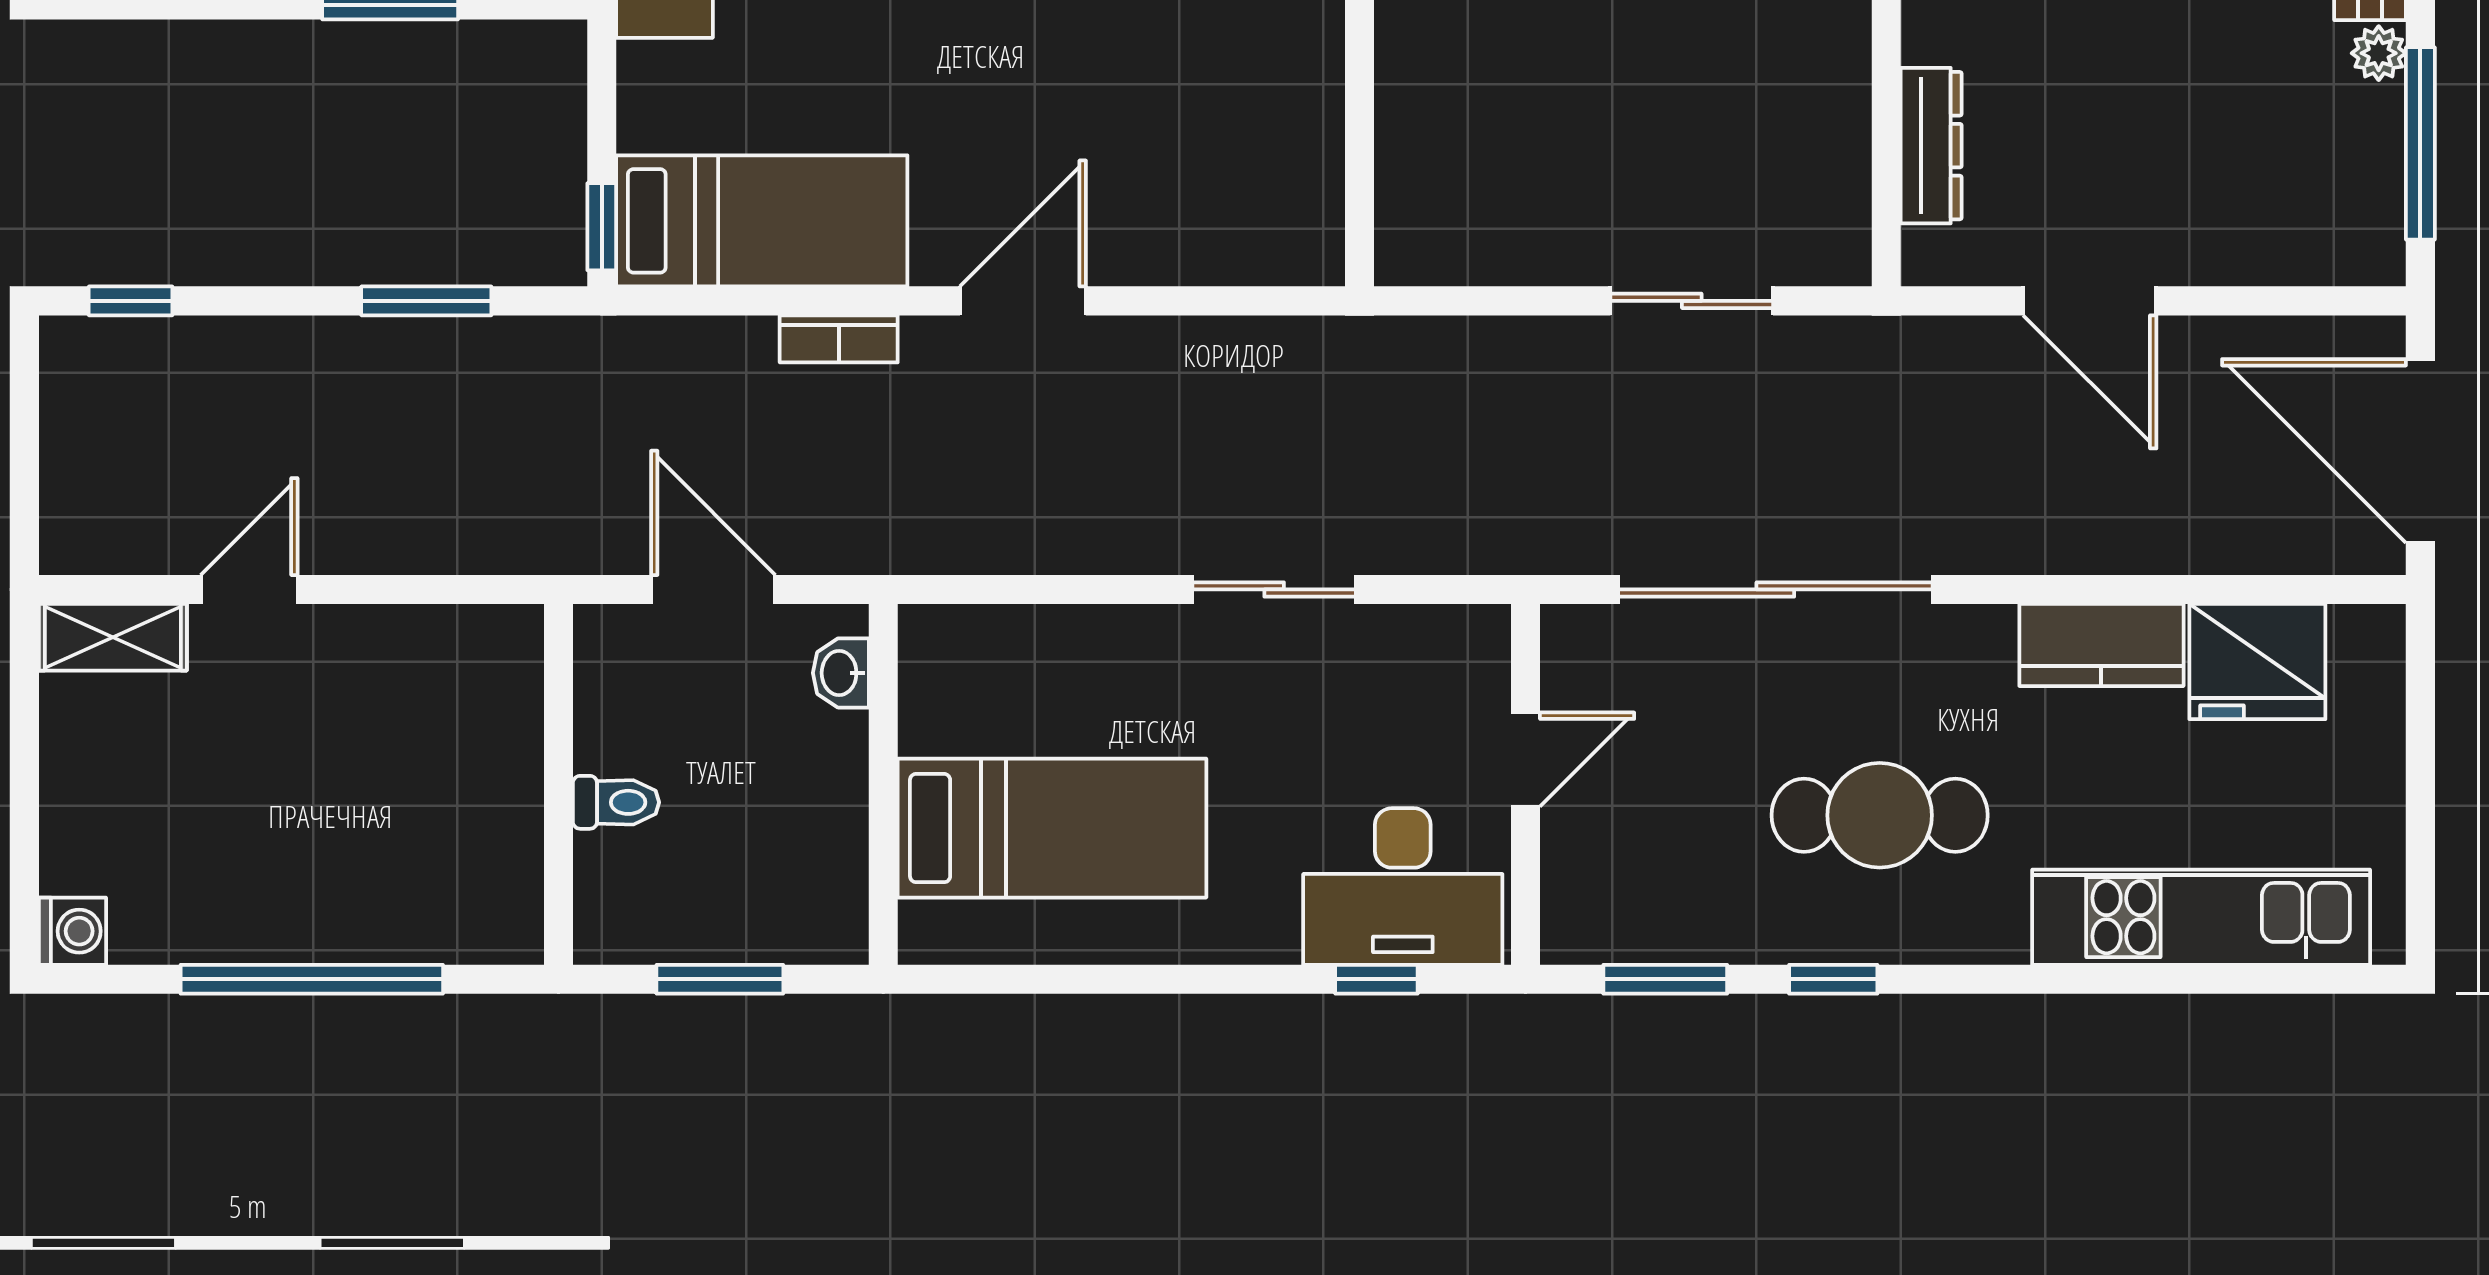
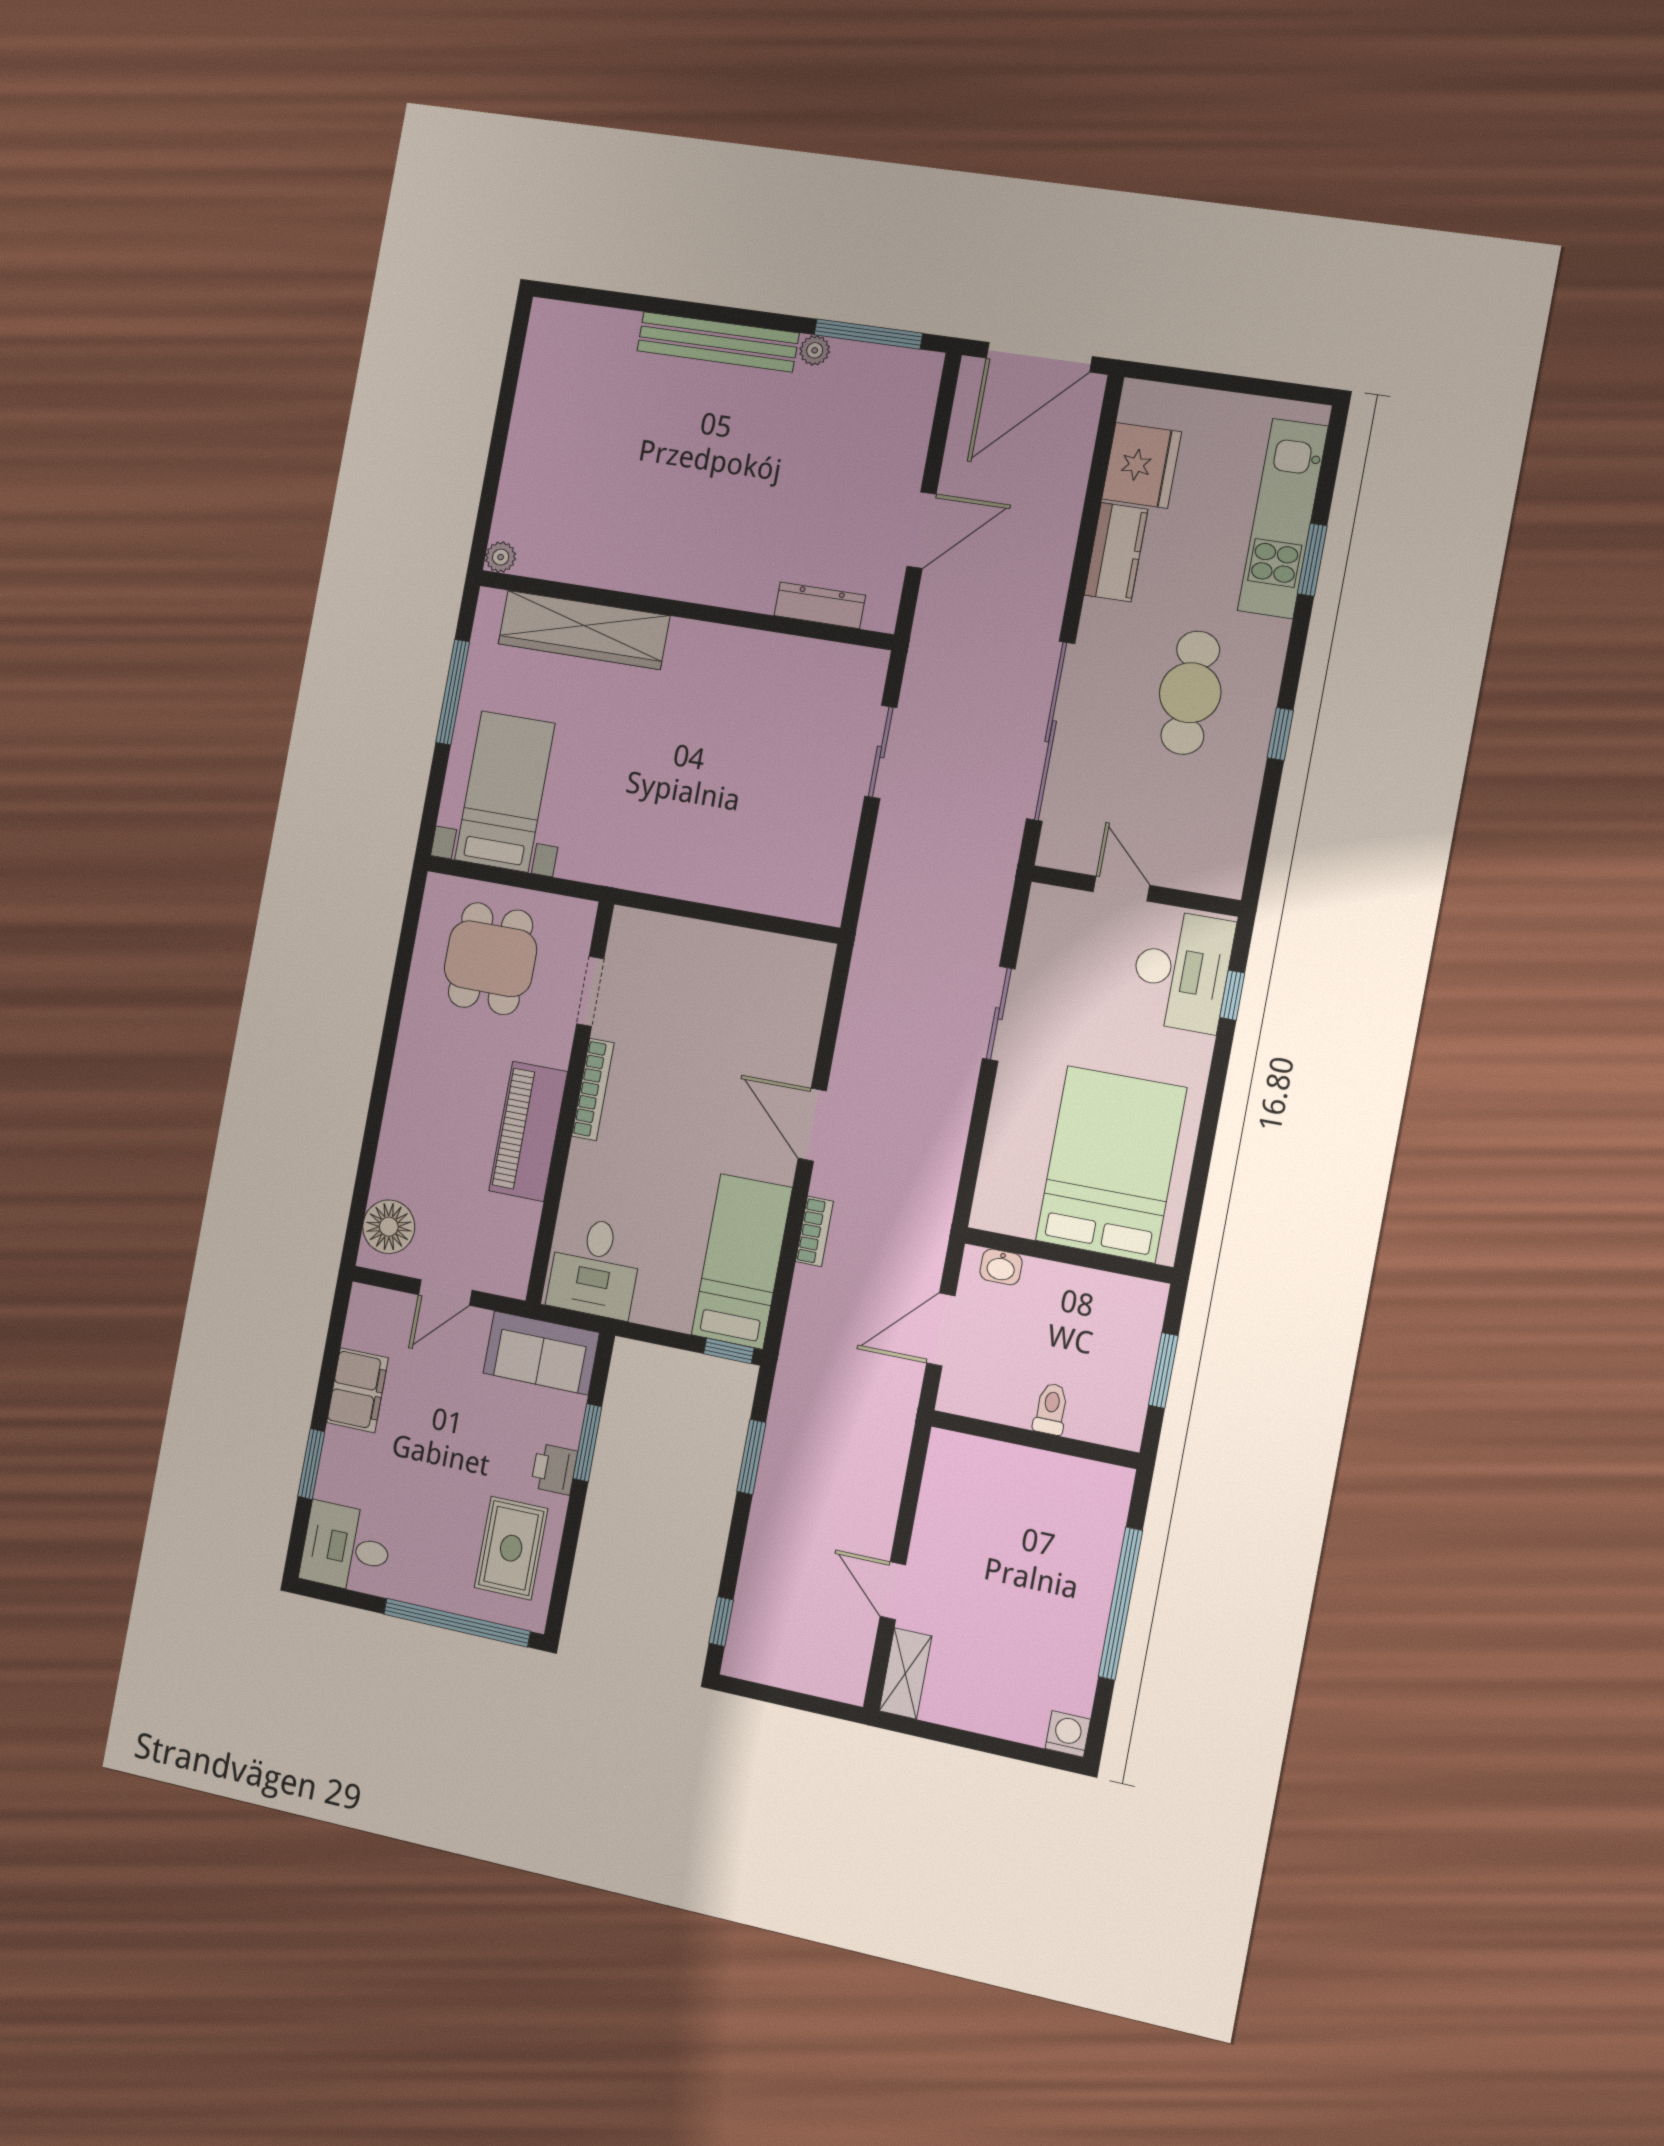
bed: (1052, 828) -> (1111, 1164), width x1.50
window: (1665, 979) -> (1312, 560), moved

